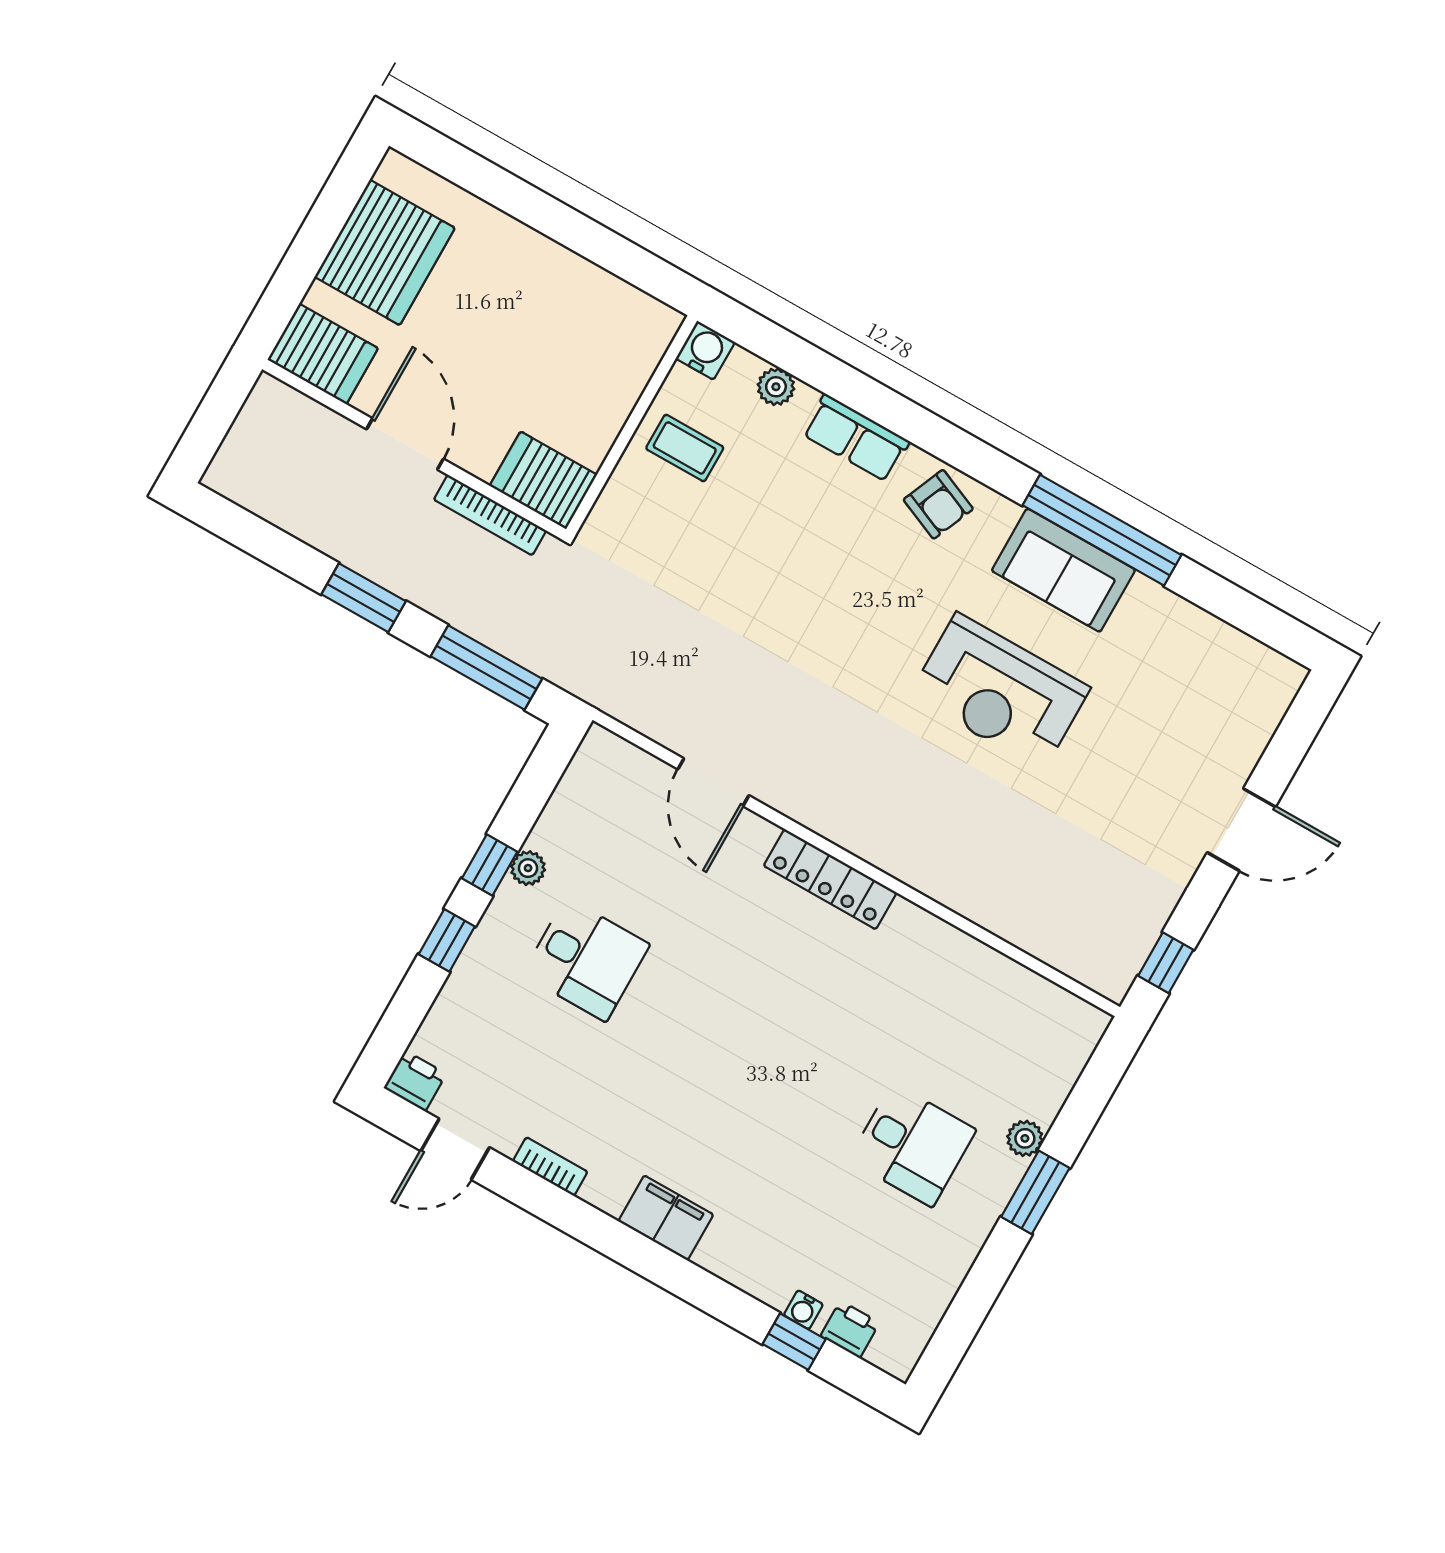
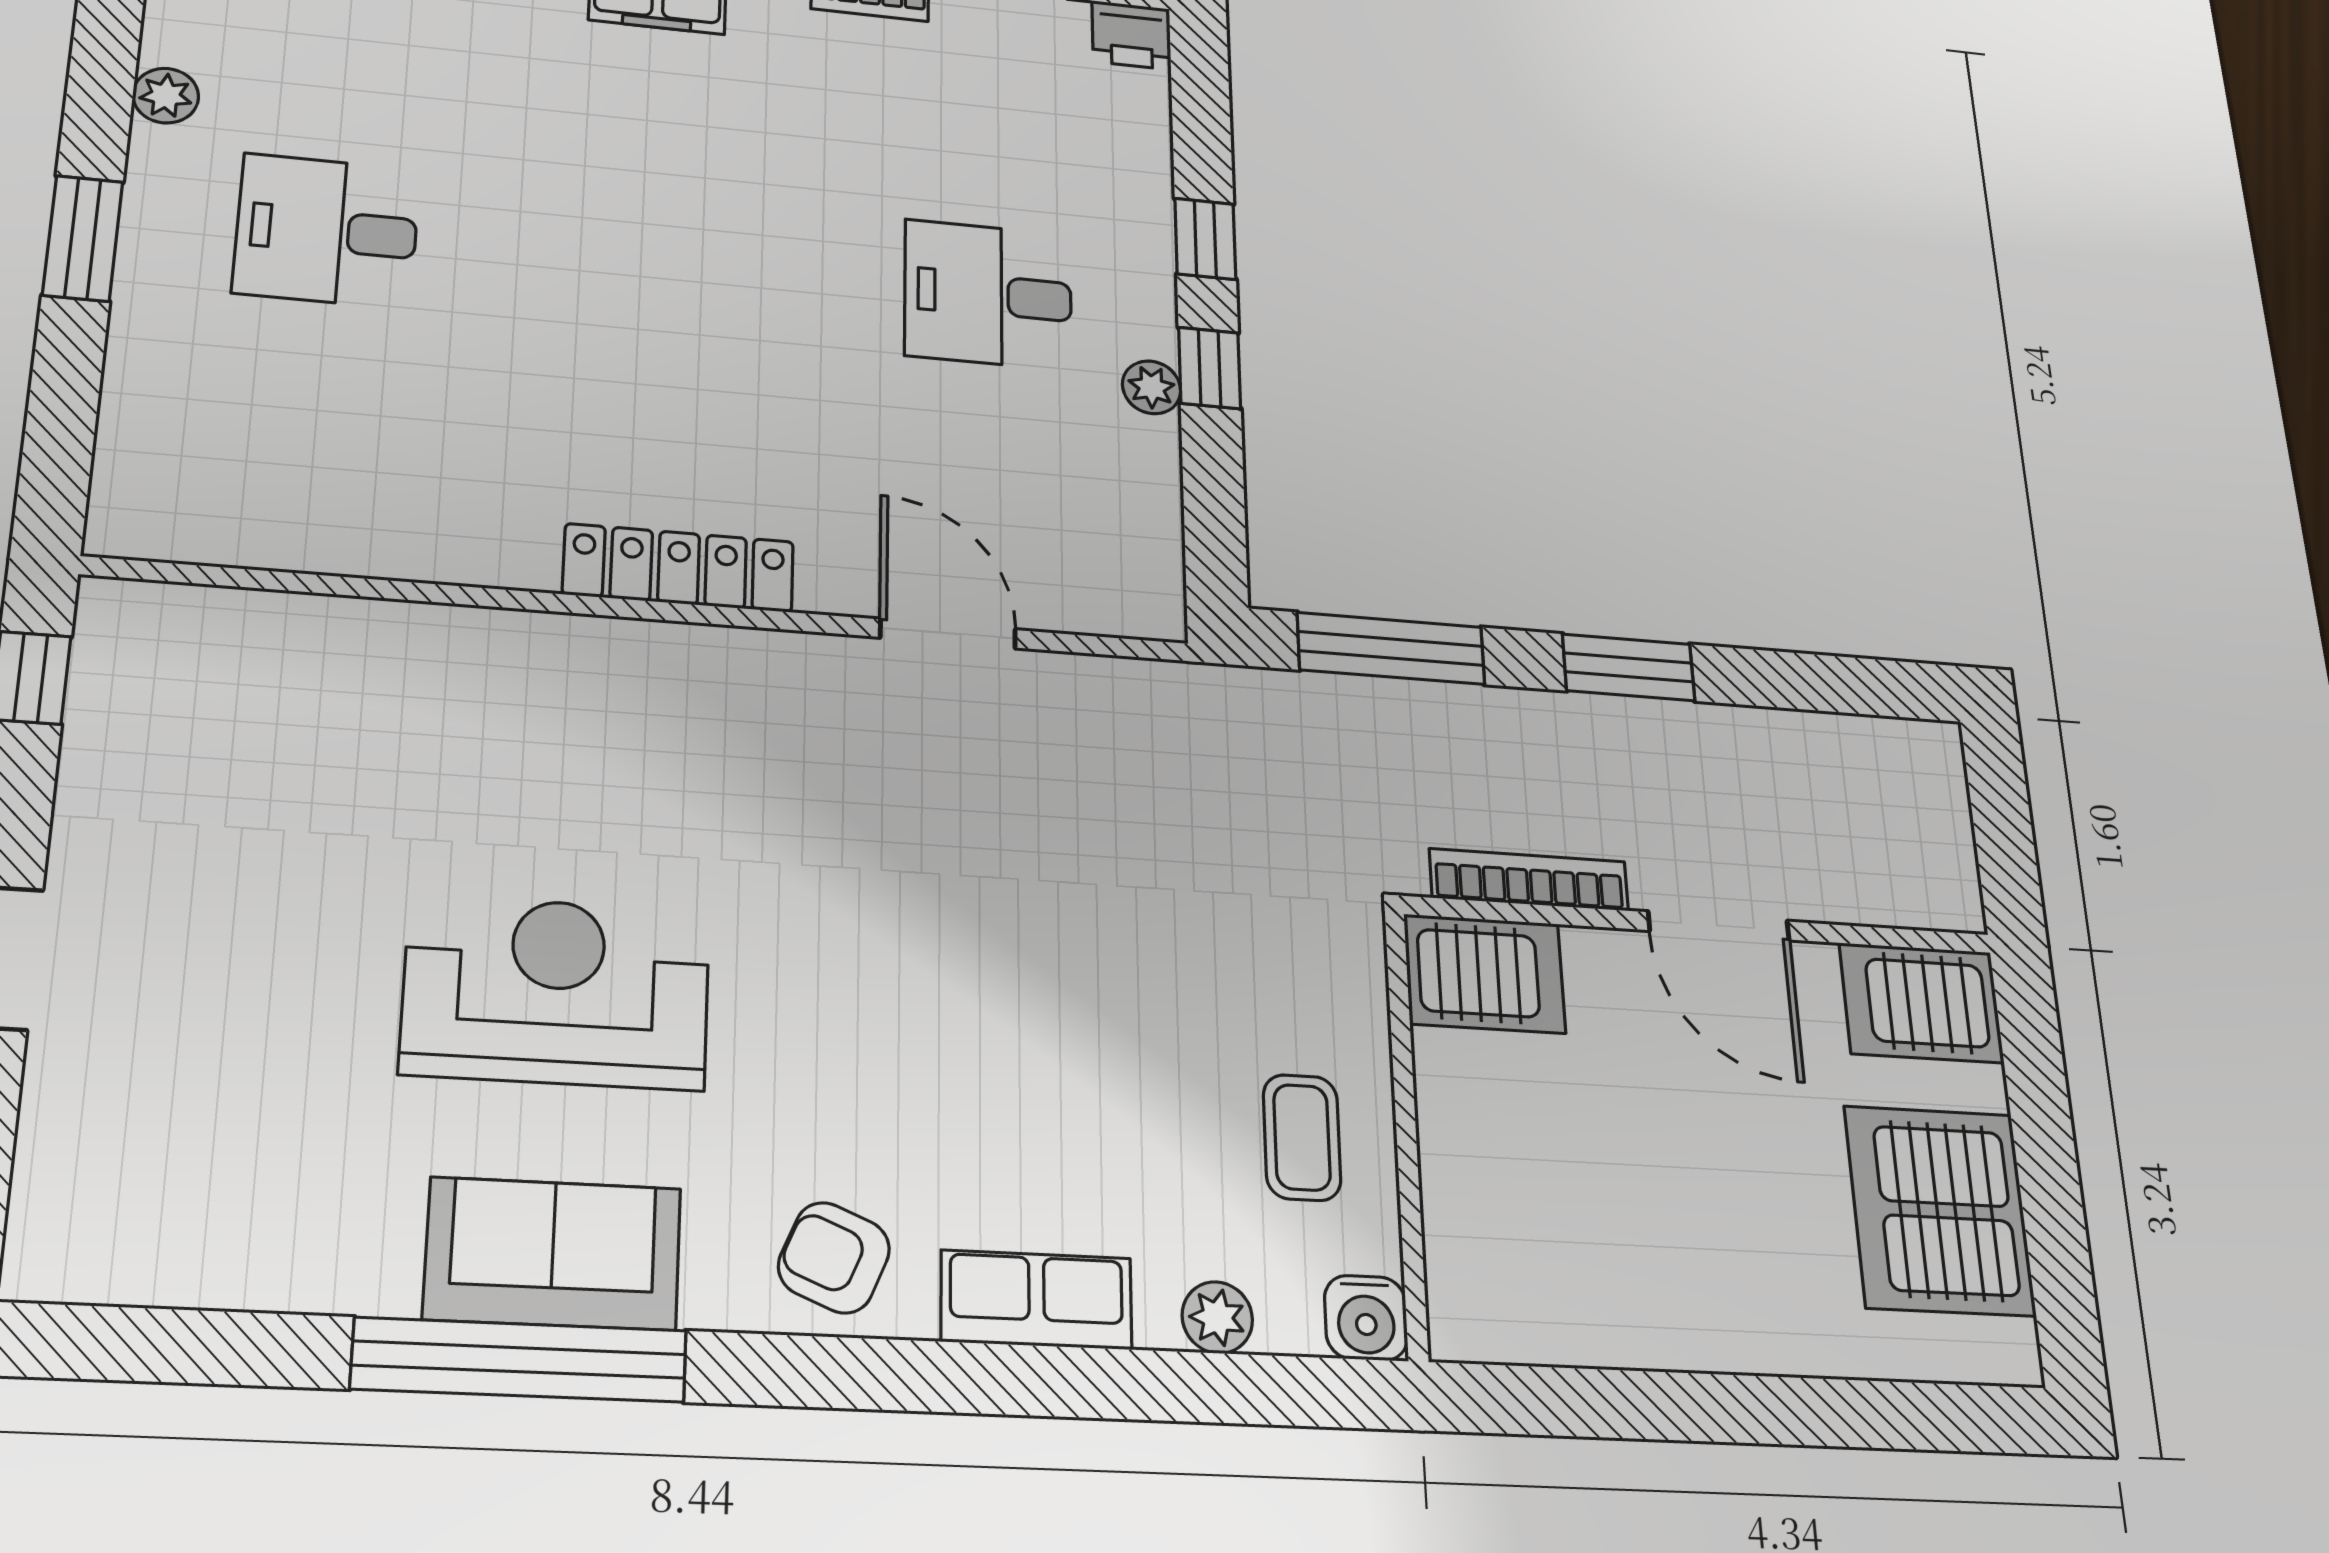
coffee table: (685, 448) -> (1302, 1137), turned 90
plant: (1025, 1138) -> (166, 96), moved

